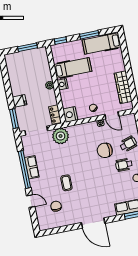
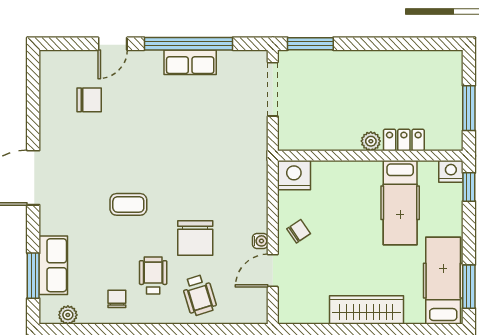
window: (89, 35) -> (469, 287), moved
nightstand: (63, 84) -> (451, 171), moved
wardrobe: (123, 87) -> (366, 310), moved
fridge: (20, 101) -> (349, 65), removed
locker: (55, 115) -> (404, 140), moved
plant: (61, 136) -> (249, 143), removed
chair: (105, 150) -> (195, 238), turned 180
coffee table: (66, 183) -> (128, 204), moved

